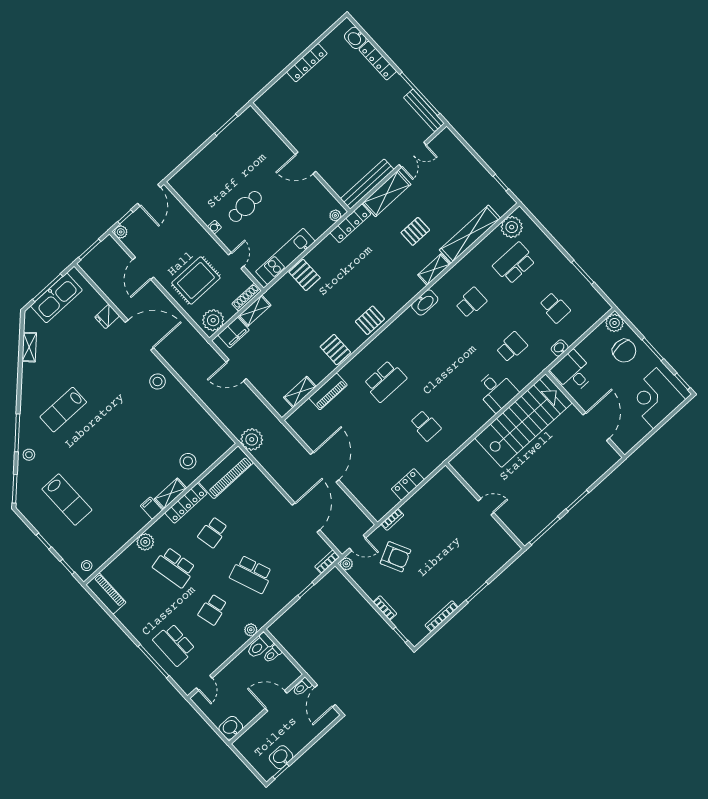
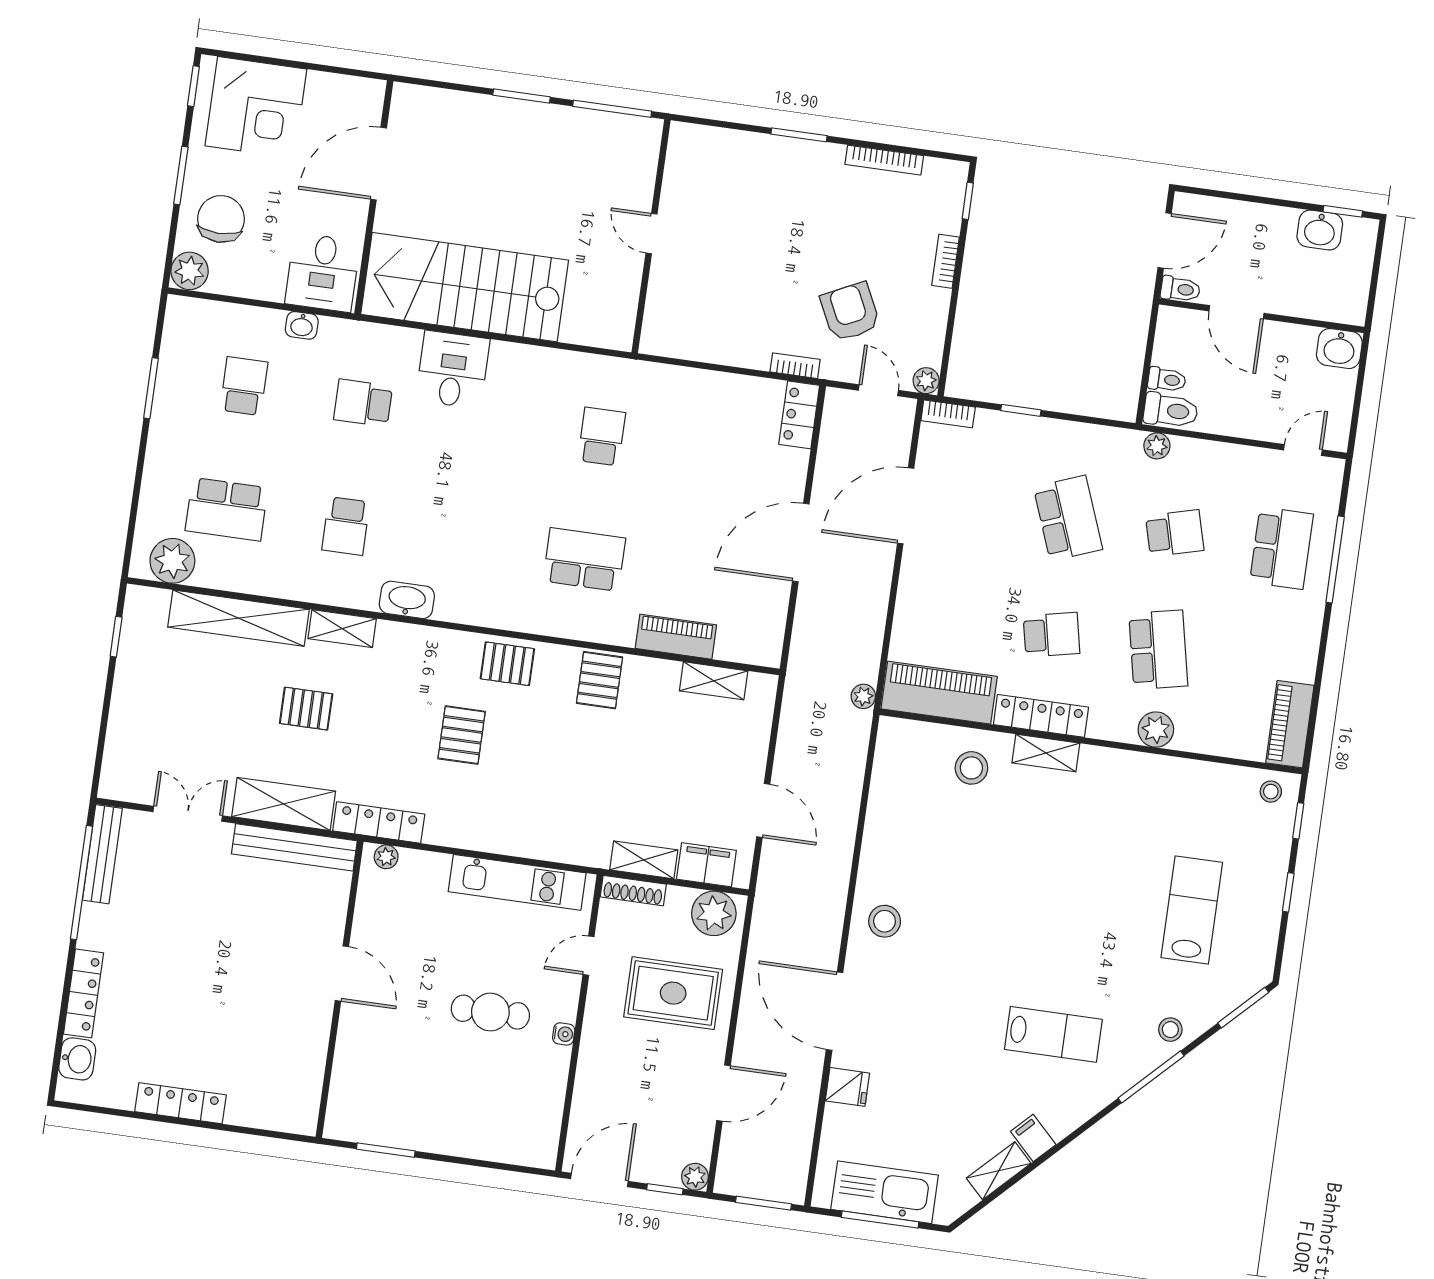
pallet: (305, 275) -> (462, 735), moved
school desk: (471, 302) -> (346, 526), turned -90
plant: (252, 439) -> (863, 696), width x0.53, depth x0.53
locker: (408, 484) -> (799, 415), moved, turned 90
filing cabinet: (151, 508) -> (1033, 1138), moved, turned 135

